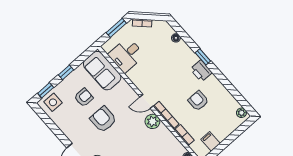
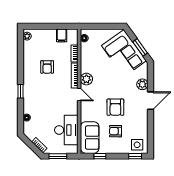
desk: (126, 55) -> (66, 130), width x1.37
printer: (201, 71) -> (29, 84), removed
window: (66, 72) -> (100, 156), moved

